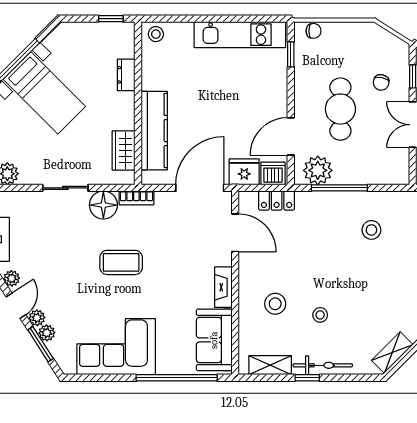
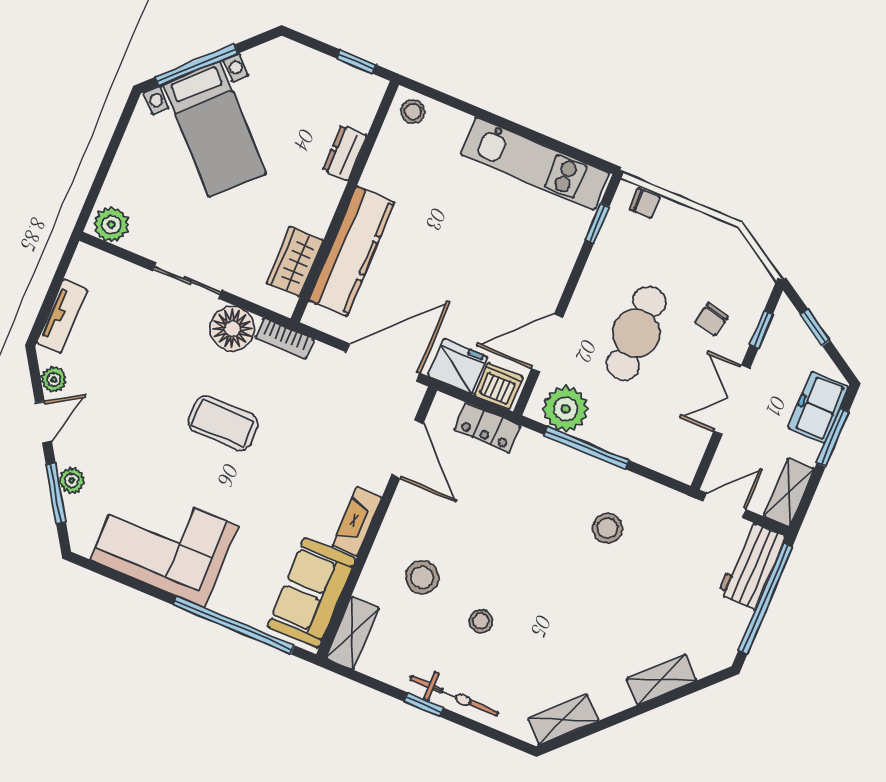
plant: (37, 318) -> (67, 453), removed
shelving: (270, 365) -> (352, 633), moved, turned 90

